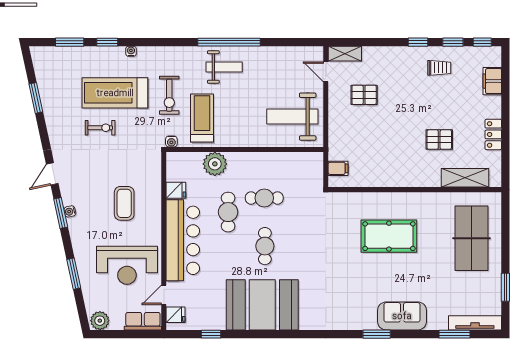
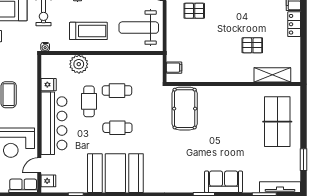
treadmill: (202, 118) -> (88, 31), moved, turned 90
locker: (493, 134) -> (294, 24), moved
pool table: (389, 236) -> (185, 109), moved, turned 90
cafe table: (265, 246) -> (117, 128), turned 90

